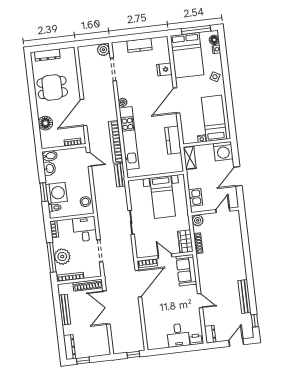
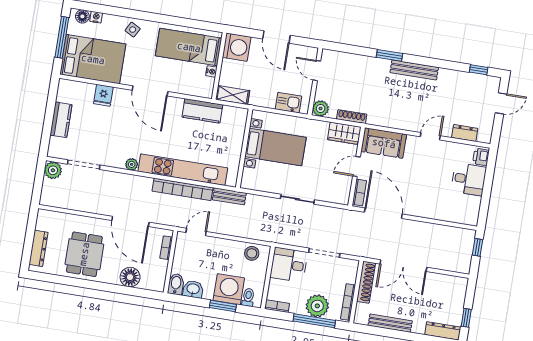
window: (247, 257) -> (389, 55), added
bench: (244, 296) -> (414, 70), moved
dresser: (210, 334) -> (465, 133), moved
door: (236, 343) -> (501, 103), swing flipped

